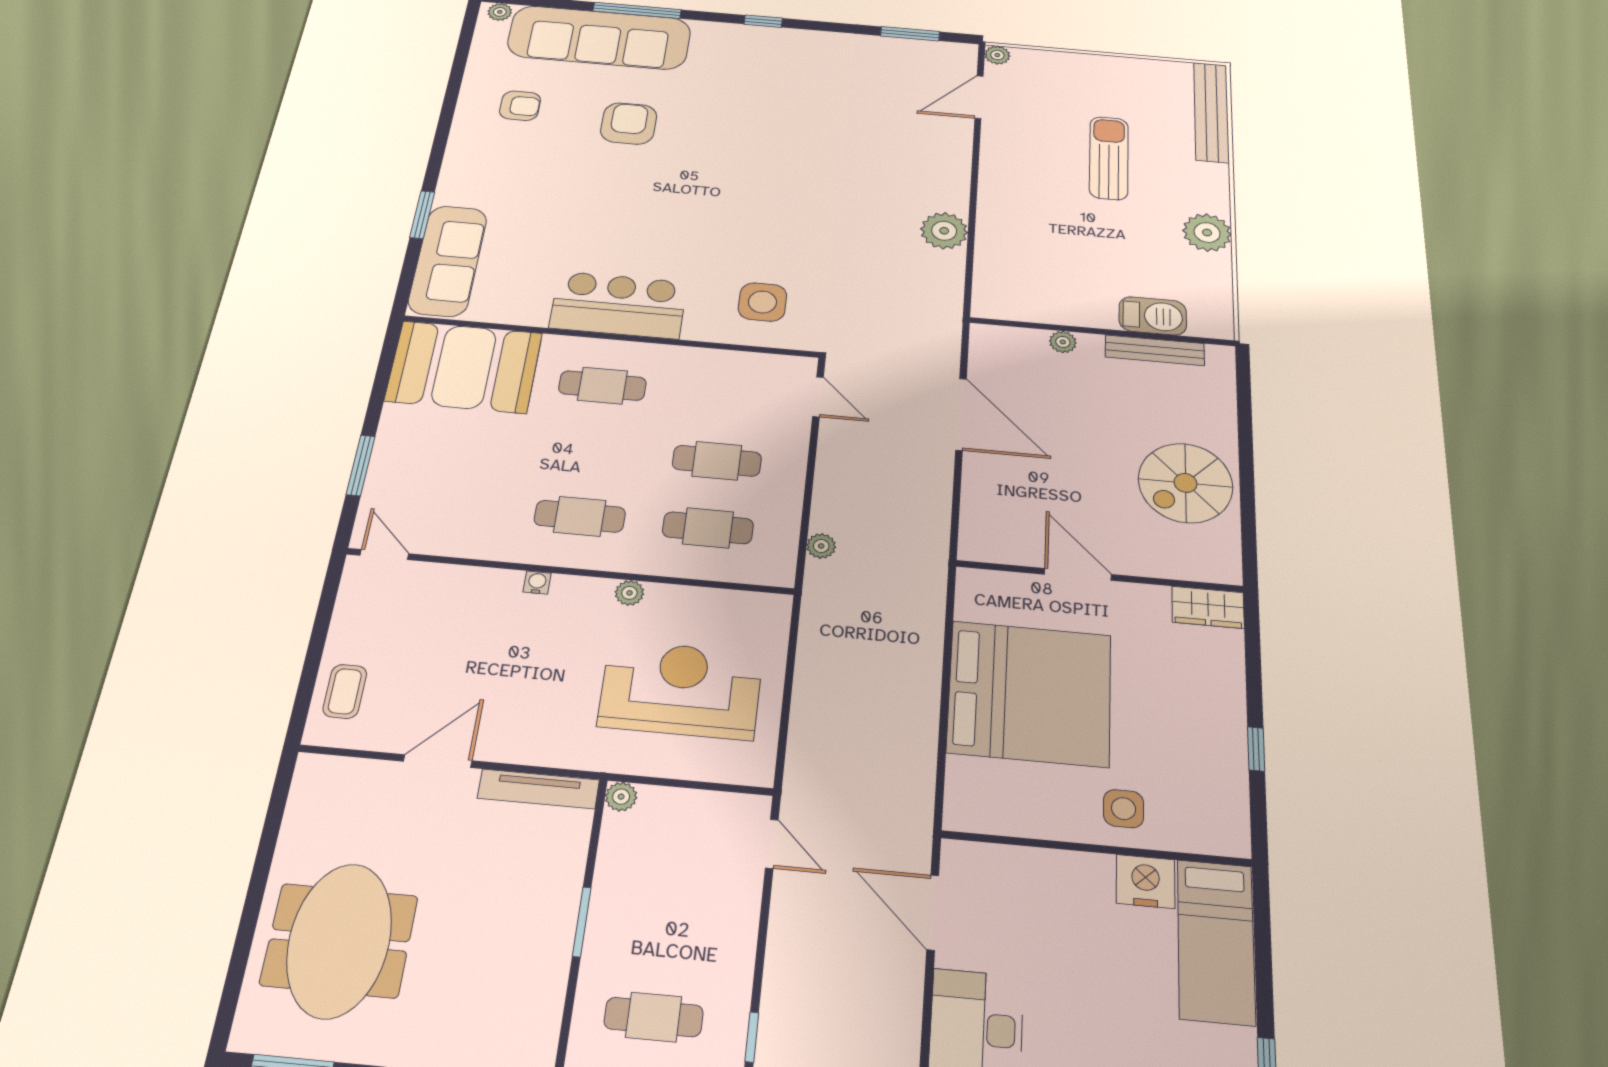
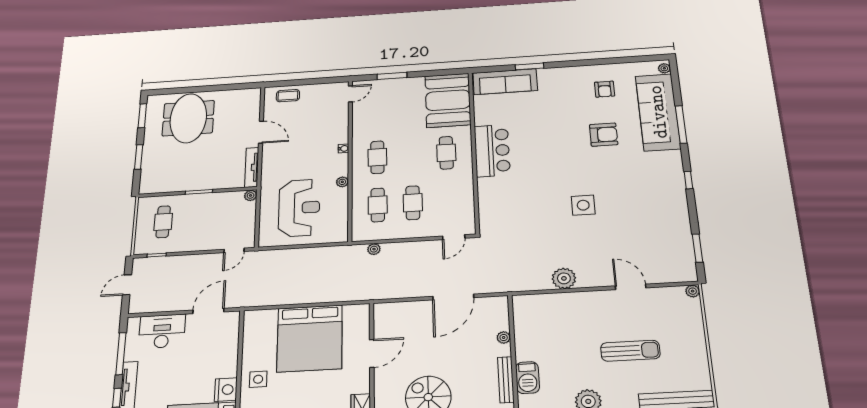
door: (979, 97) -> (631, 287), moved
side table: (762, 302) -> (583, 205), moved
meeting table: (339, 940) -> (188, 118), turned 90

